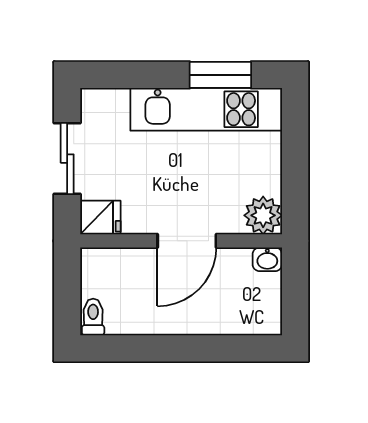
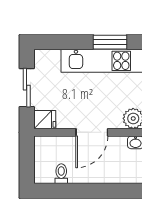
toilet: (93, 317) -> (61, 174), moved

